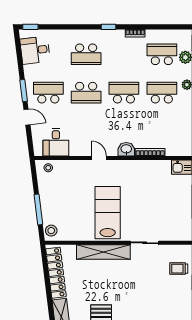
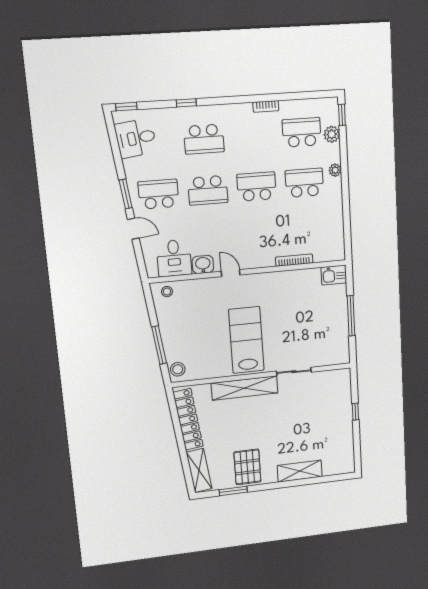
window: (109, 27) -> (186, 103), moved
washbasin: (126, 149) -> (203, 264), moved
trolley: (179, 269) -> (336, 397), removed

